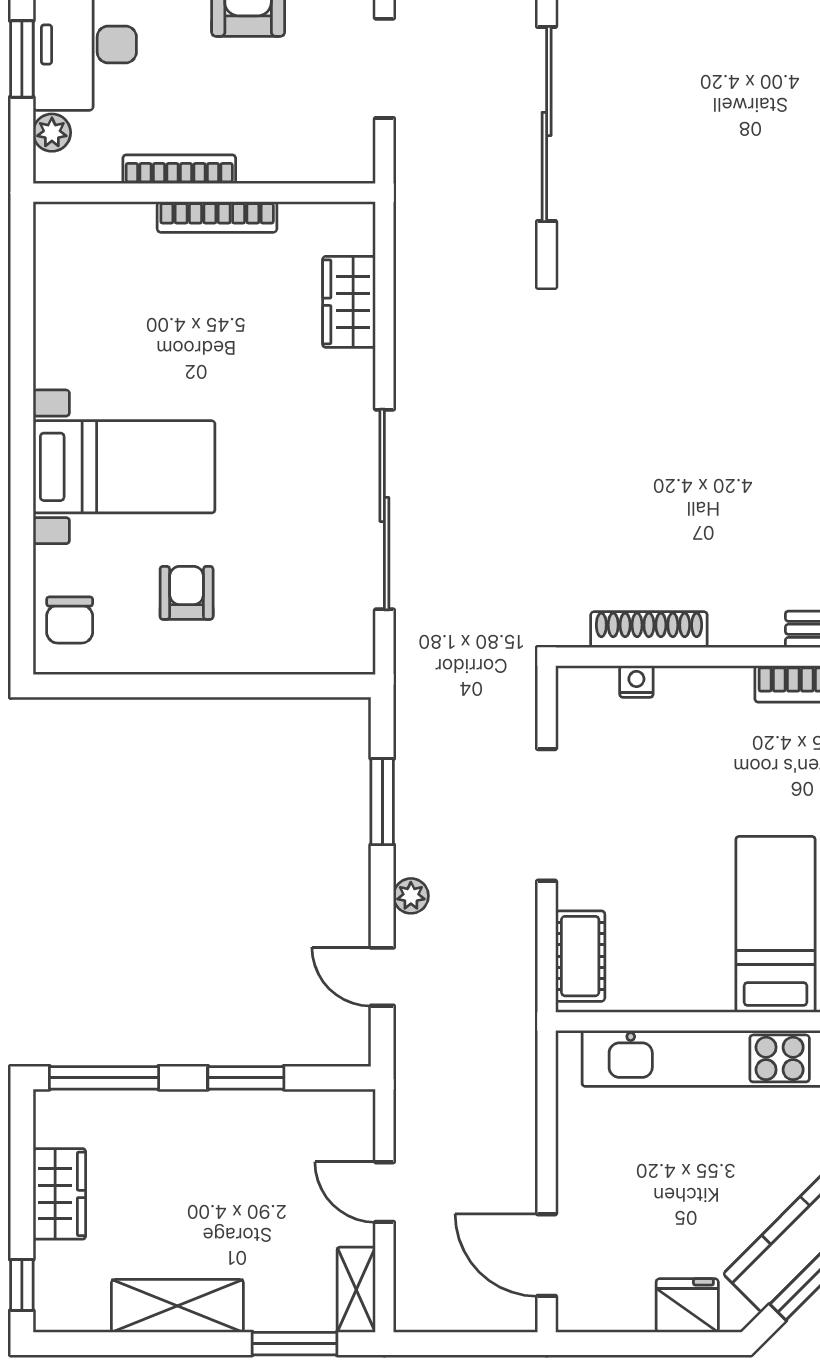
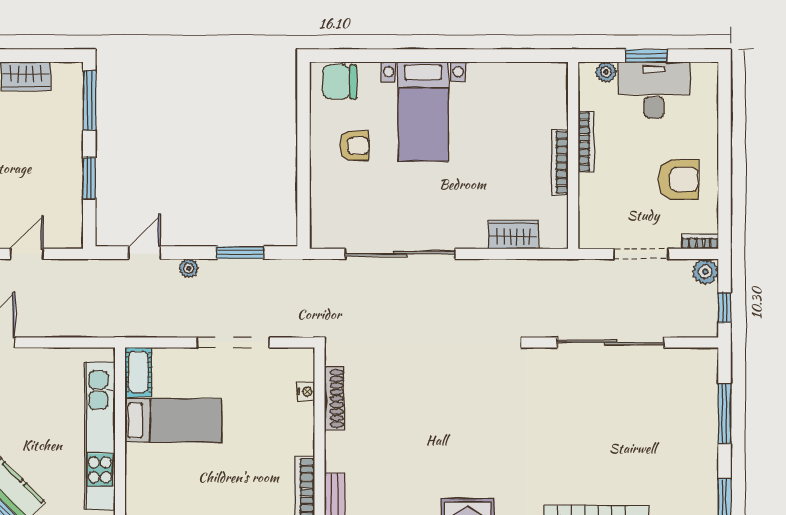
chair: (70, 620) -> (340, 82), width x1.37, depth x1.37
bed: (776, 924) -> (173, 421), moved
cot: (580, 956) -> (138, 372), moved, turned 90

